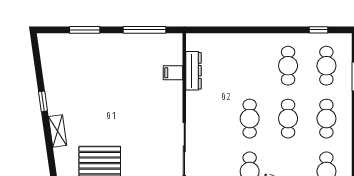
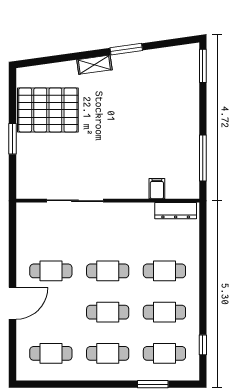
window: (85, 30) -> (203, 66), moved
cafe table: (250, 66) -> (164, 271), added
dresser: (193, 71) -> (176, 211), moved
window: (43, 101) -> (126, 49), width x1.50

